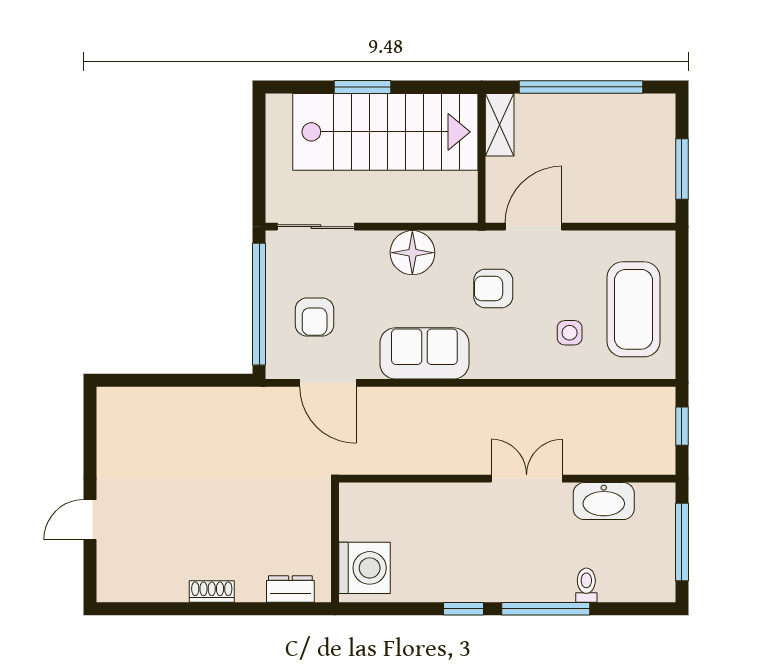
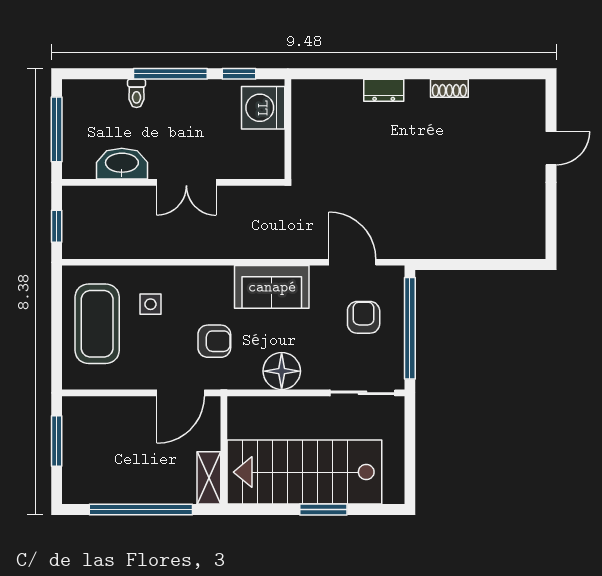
wall: (335, 542) -> (288, 129), moved
washing machine: (364, 568) -> (263, 108), moved

